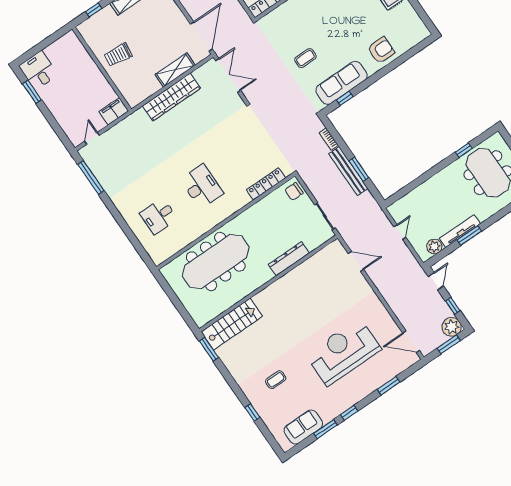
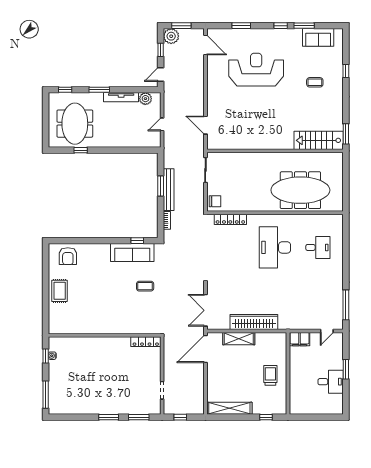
armchair: (381, 50) -> (68, 256), moved, turned -90
trolley: (118, 55) -> (270, 375), turned -97
desk: (38, 70) -> (331, 382), moved, turned -90
window: (32, 92) -> (346, 369), moved
desk: (202, 186) -> (275, 247), width x1.36, depth x1.30
window: (469, 236) -> (99, 90), moved
dresser: (289, 259) -> (250, 158), removed
reception desk: (343, 352) -> (256, 70), turned 180

